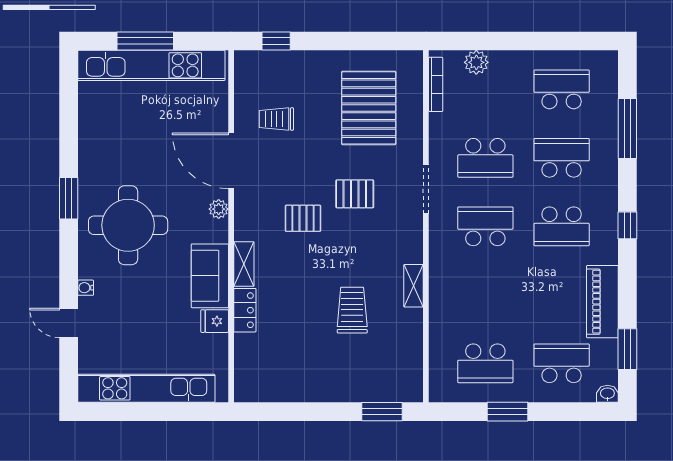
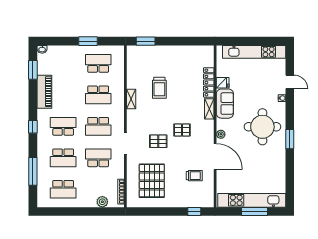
locker: (245, 310) -> (209, 82), width x1.53
school desk: (562, 363) -> (98, 95), moved

